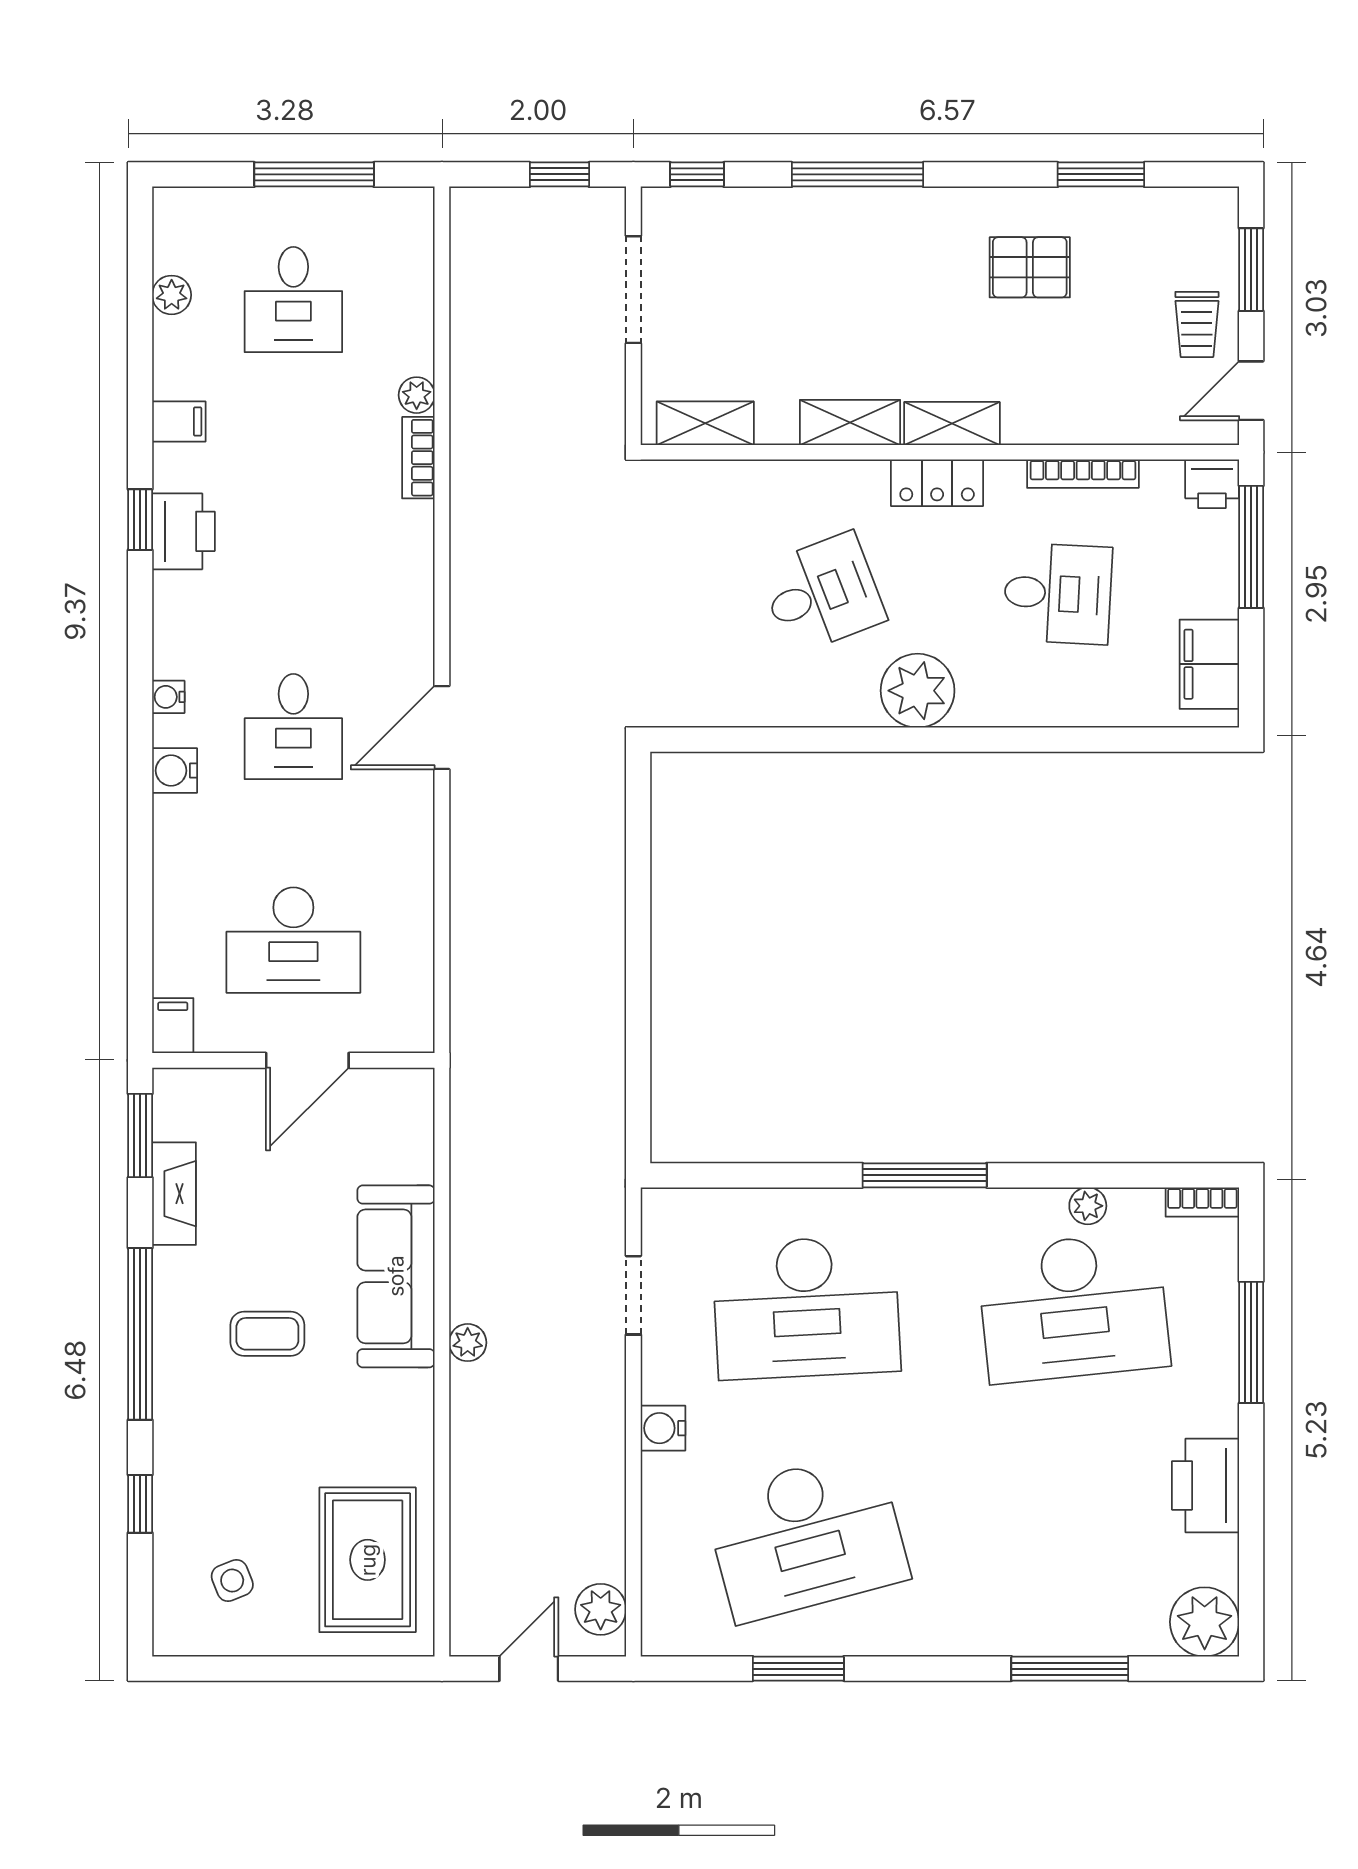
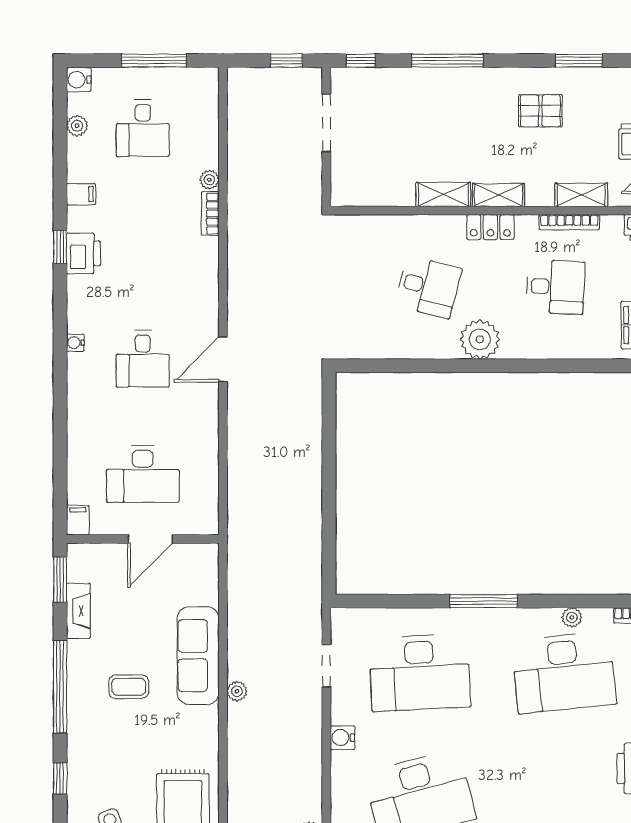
shelving: (705, 423) -> (581, 195), moved
desk: (822, 593) -> (428, 287), turned 36
water cooler: (175, 771) -> (79, 80), moved

